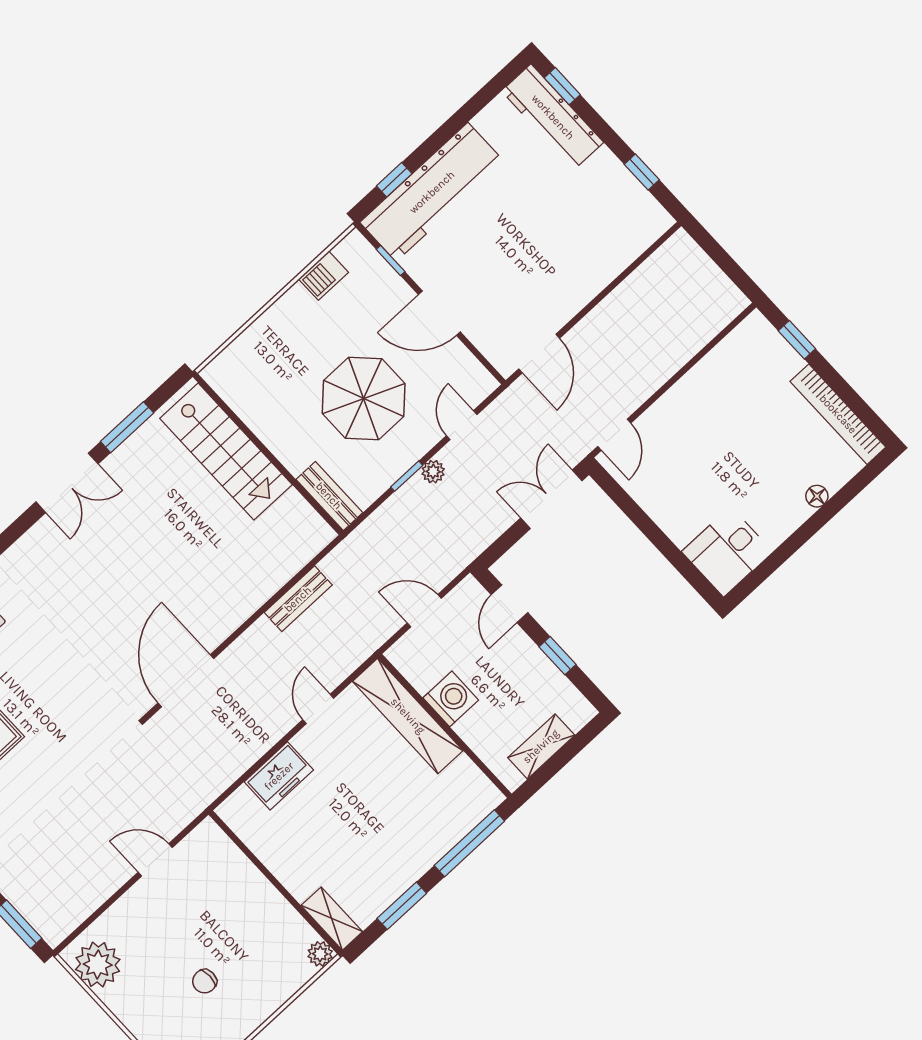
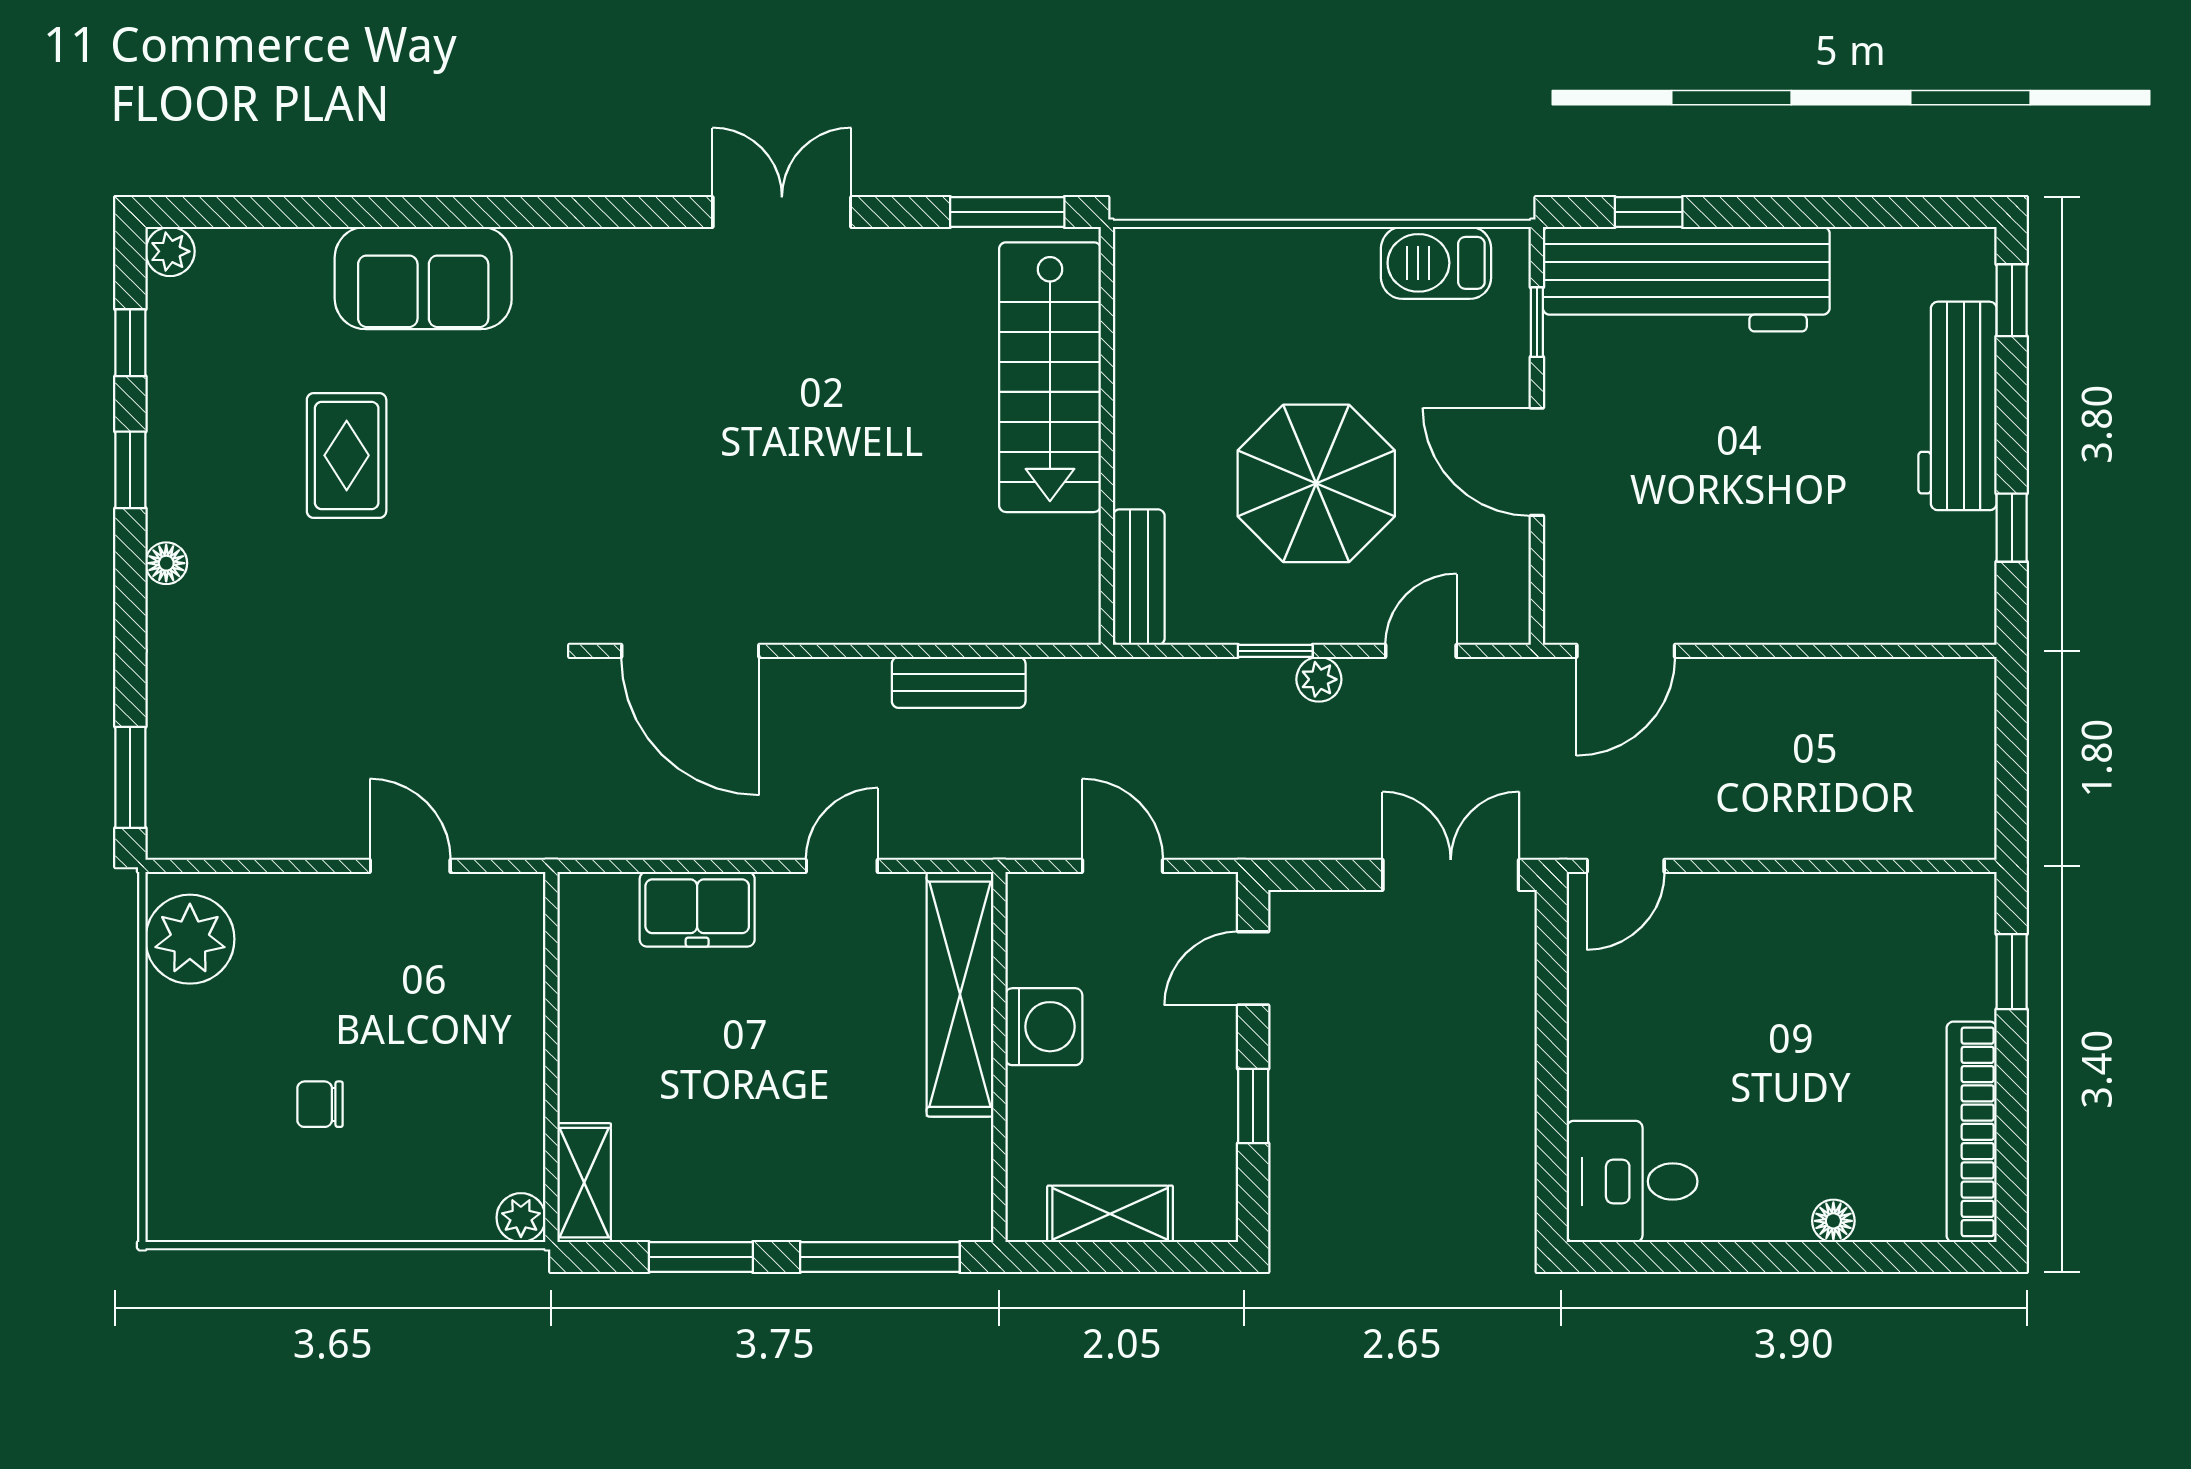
workbench: (553, 117) -> (1958, 406), moved
barbecue: (323, 276) -> (1436, 263), width x1.38, depth x1.27
window: (127, 427) -> (1007, 212), moved
double door: (67, 483) -> (782, 212), swing flipped
door: (186, 681) -> (690, 651), swing flipped

